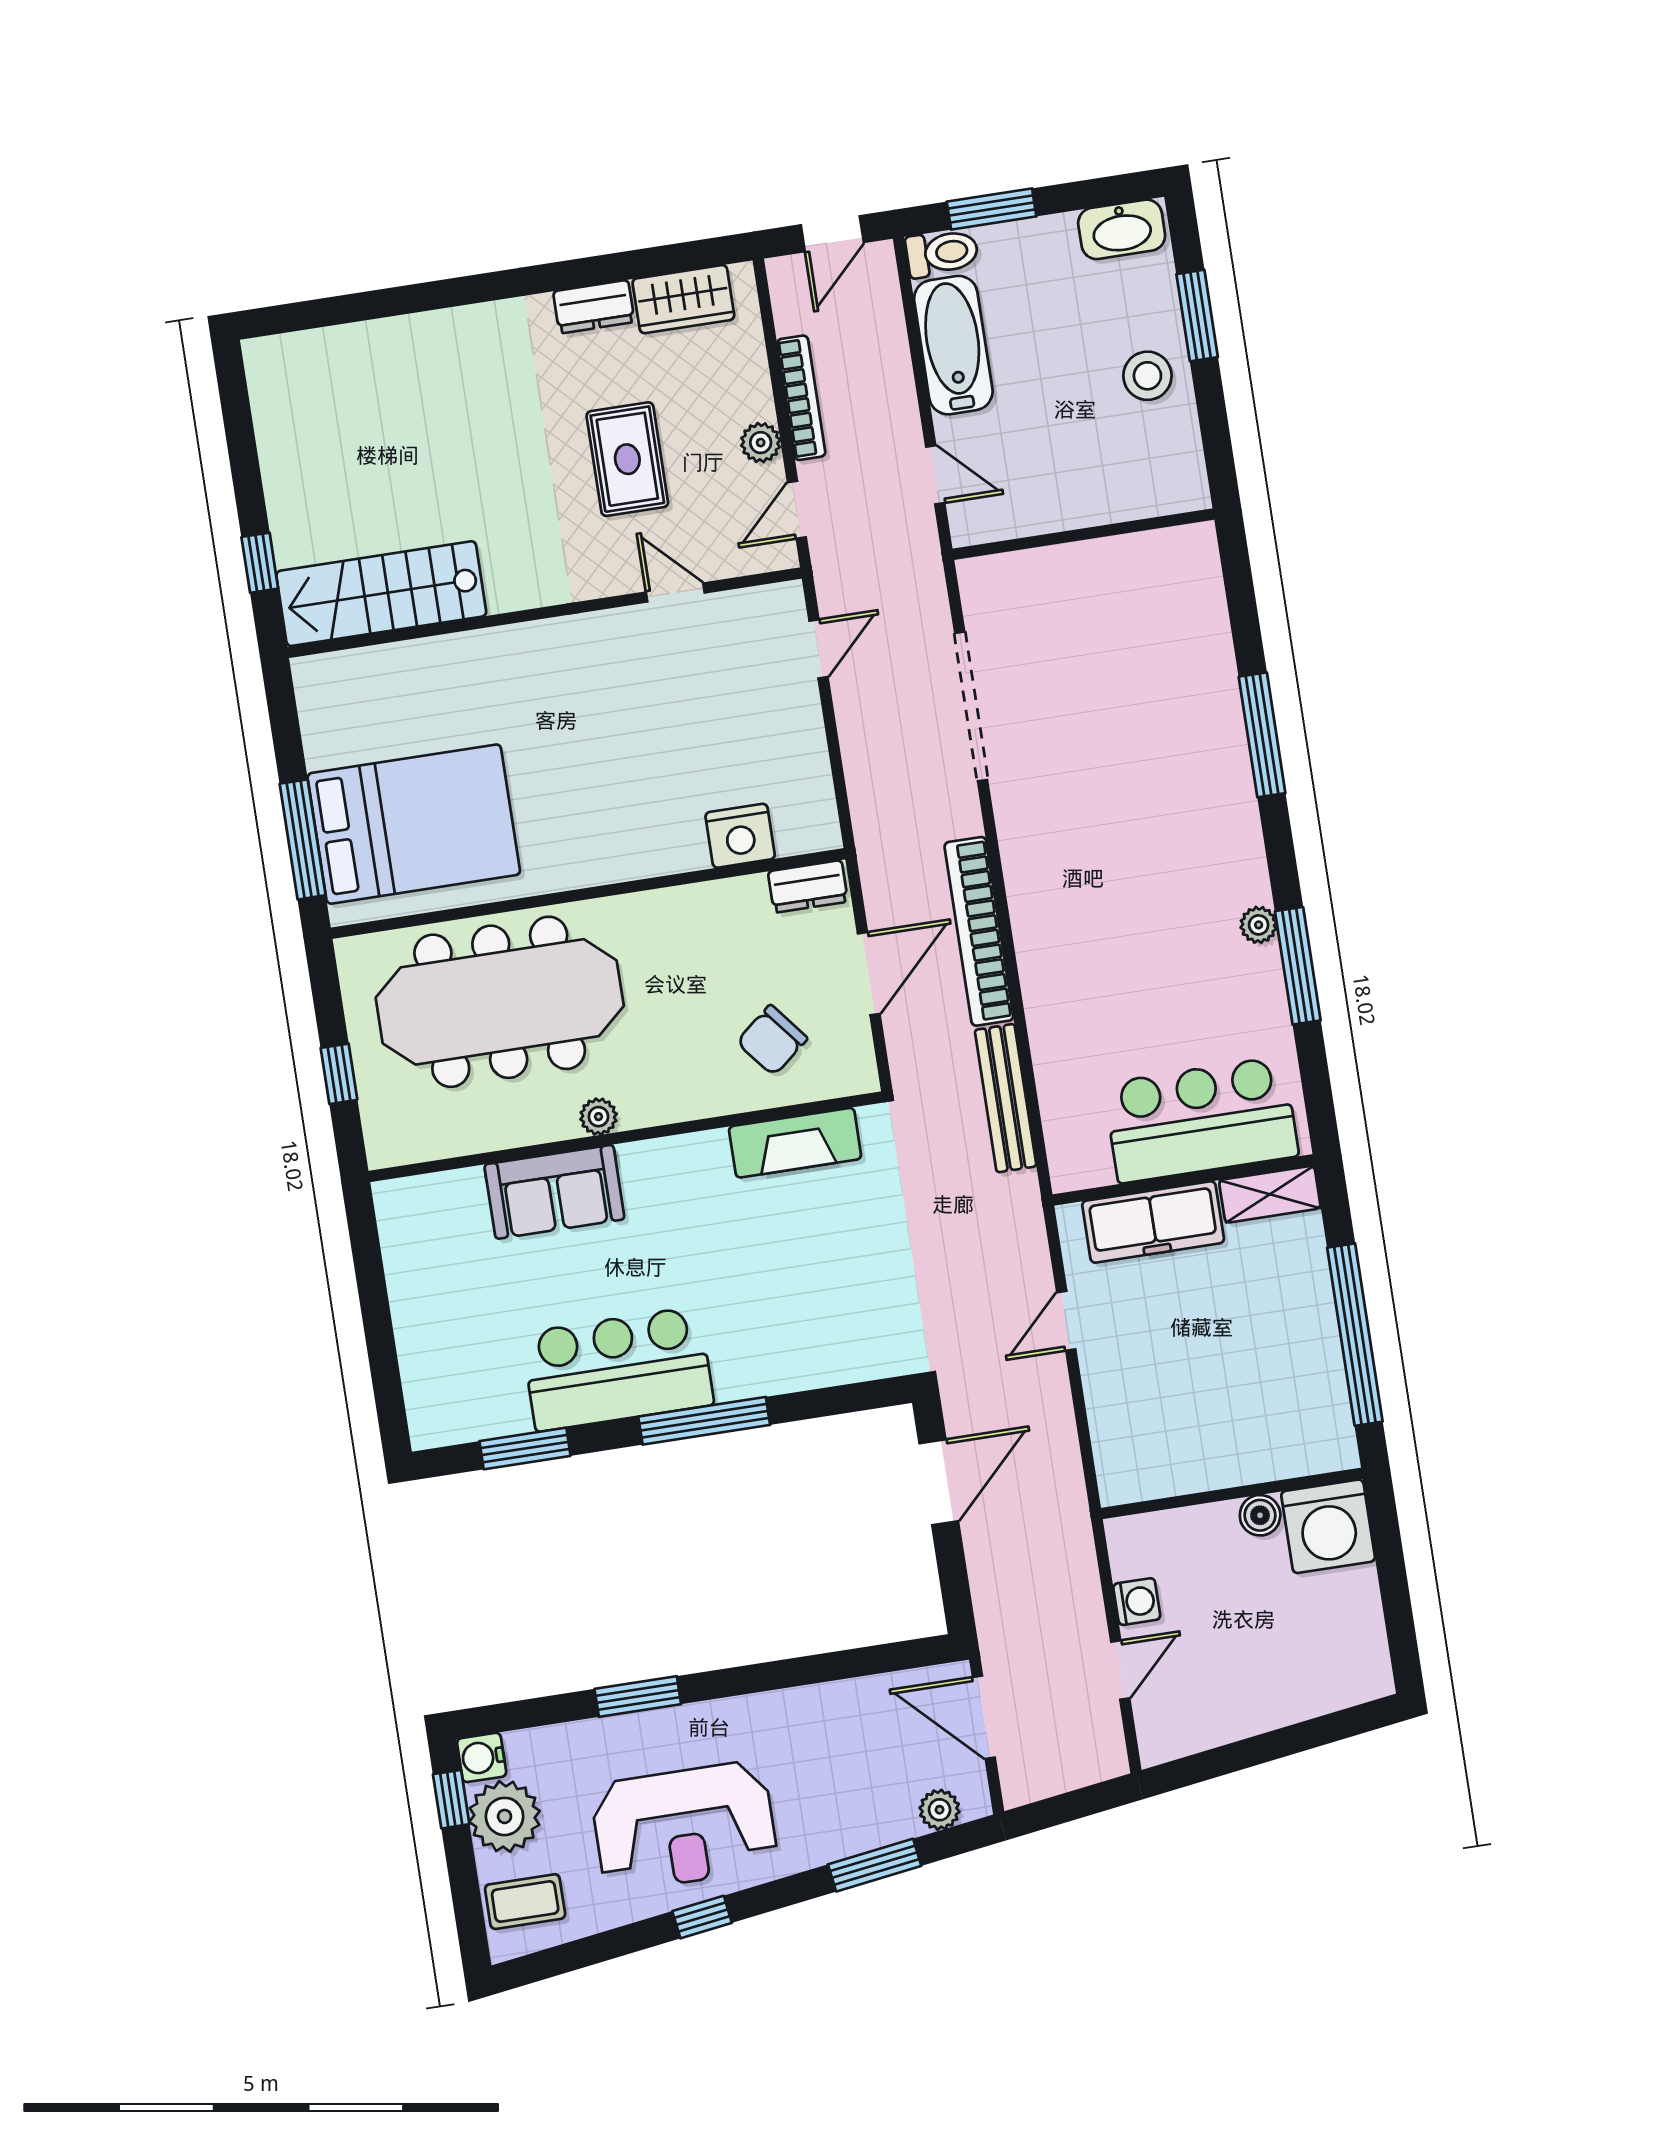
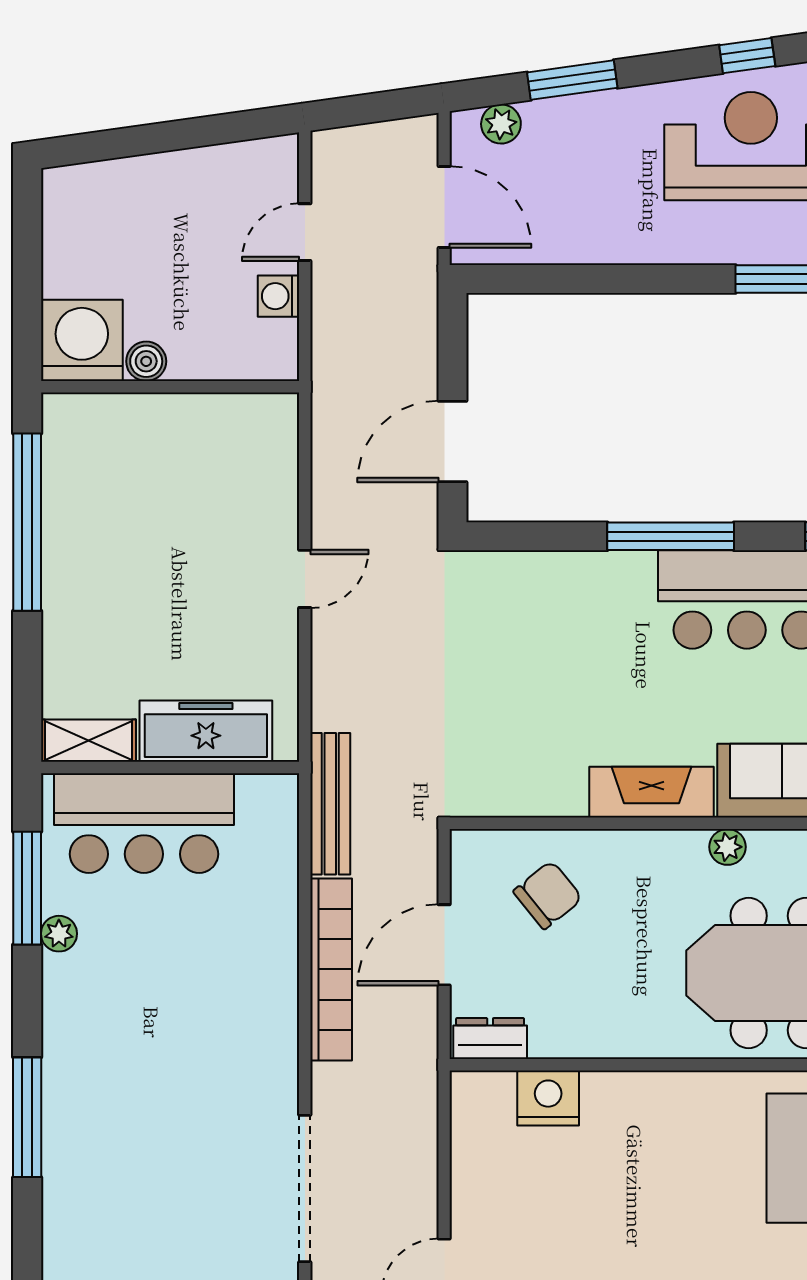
bar counter: (1201, 1120) -> (144, 823), moved
fireplace: (795, 1143) -> (651, 792), moved
wall: (1183, 1180) -> (170, 768), moved
shelving: (1270, 1194) -> (88, 741), moved
freezer: (1153, 1222) -> (206, 731), moved

